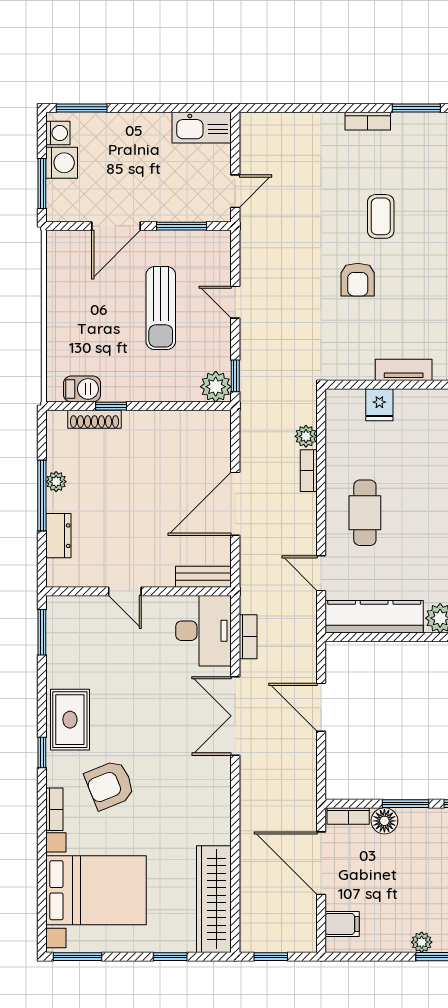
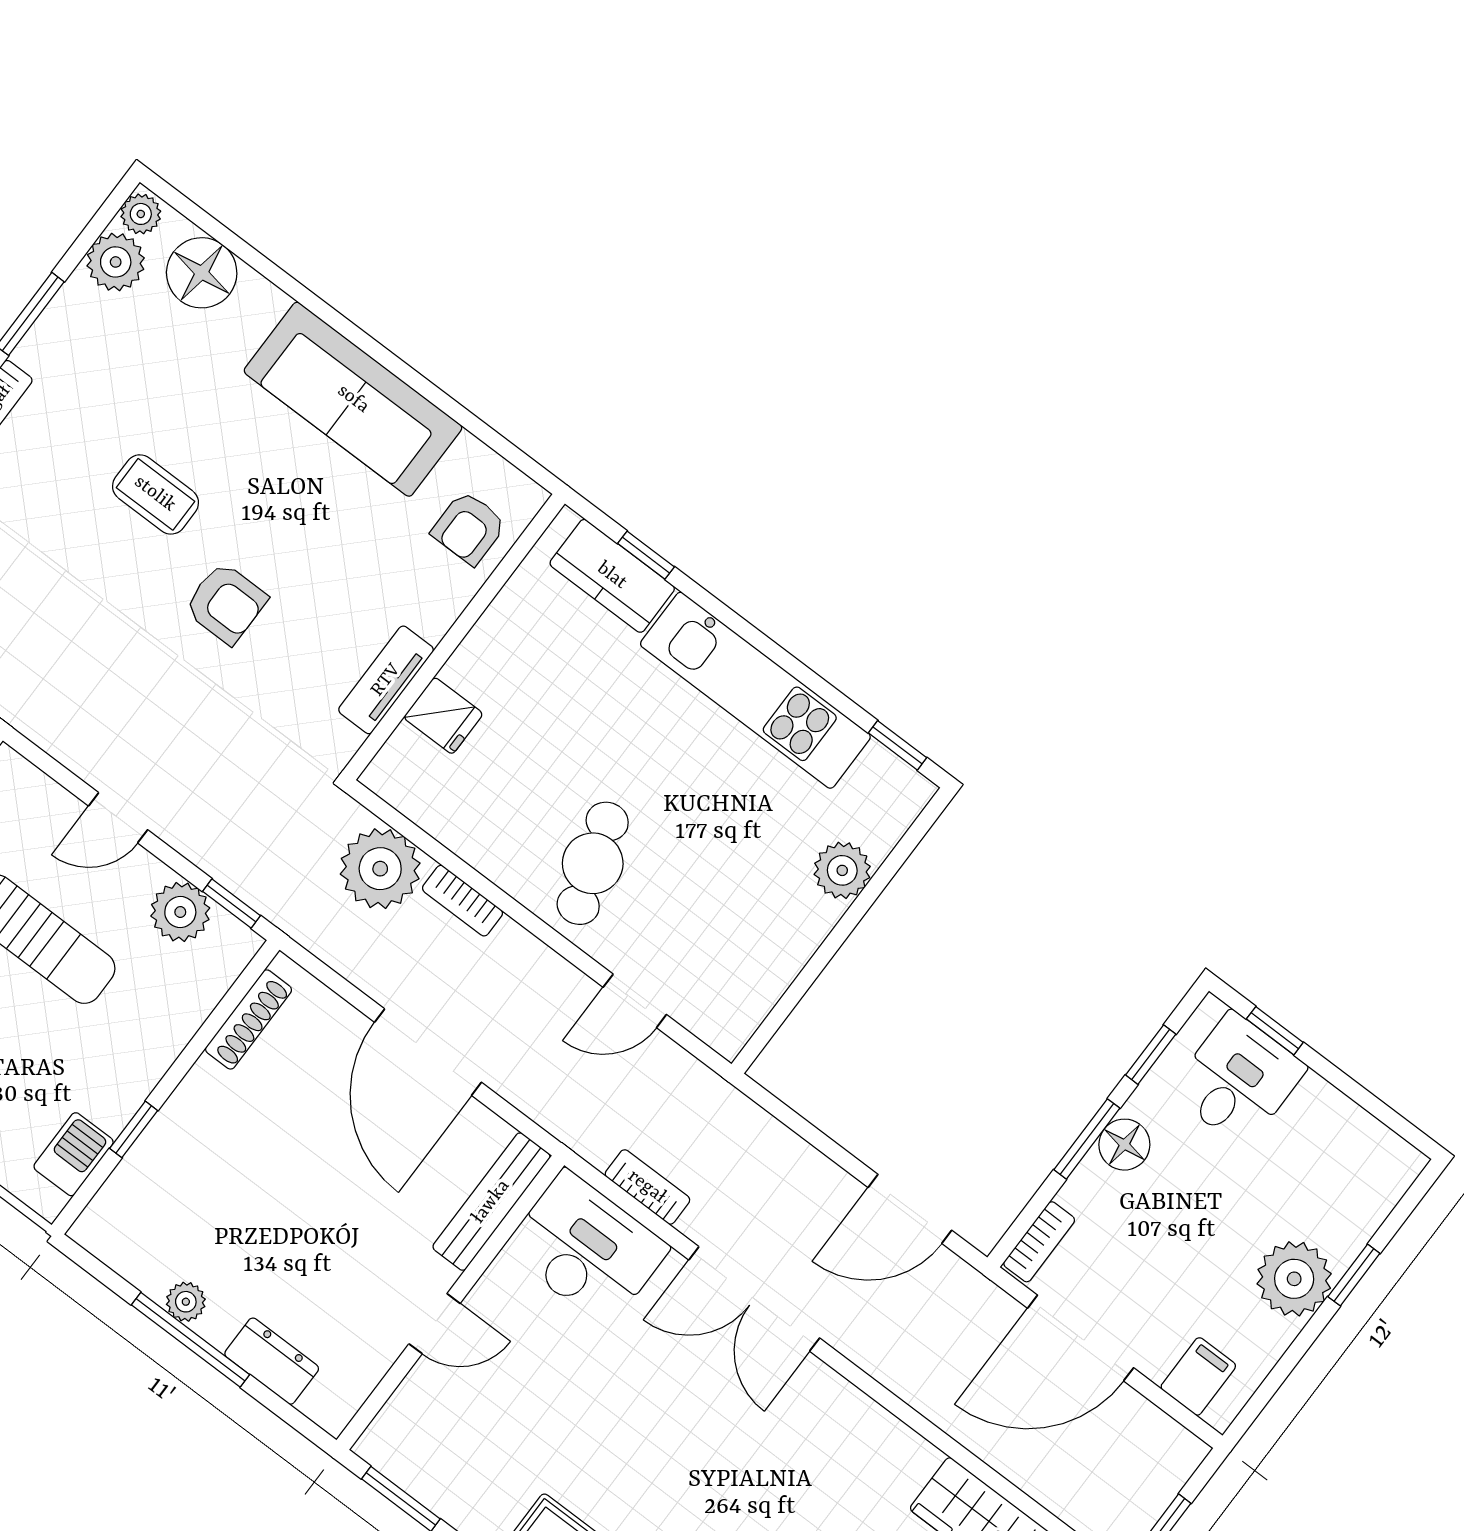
tv unit: (404, 370) -> (386, 680), moved
plant: (216, 387) -> (180, 912), moved
shoe rack: (95, 419) -> (249, 1019), moved
plant: (306, 436) -> (380, 869), width x1.87, depth x1.87
cafe table: (365, 513) -> (593, 863), turned 72
bench: (203, 577) -> (491, 1202), width x1.36
kitchen counter: (374, 617) -> (763, 970), removed
door: (321, 707) -> (910, 1209), moved
floor lamp: (384, 821) -> (1124, 1145), moved
plant: (422, 942) -> (1294, 1279), width x1.88, depth x1.88

